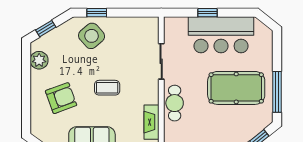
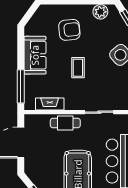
armchair: (61, 98) -> (69, 30), turned -76

